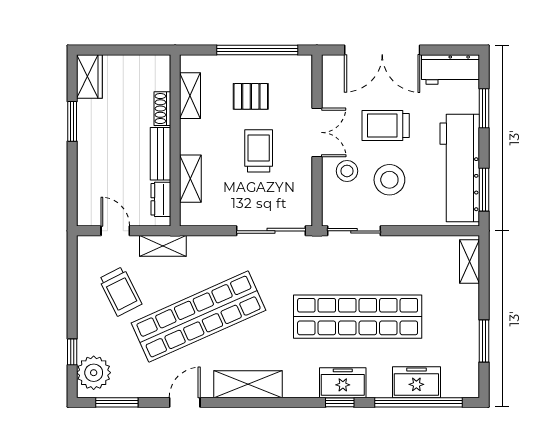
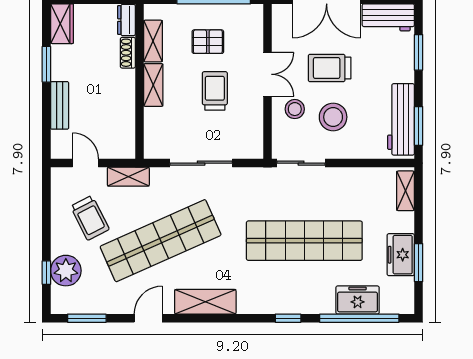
bench: (160, 154) -> (60, 105), moved
workbench: (460, 168) -> (401, 119), width x0.73, depth x0.76
shelving: (190, 179) -> (153, 85), moved
dresser: (161, 199) -> (126, 20), moved
sliding door: (271, 231) -> (201, 163), moved
plant: (94, 373) -> (66, 271), moved
freezer: (343, 383) -> (401, 255), moved, turned -90

